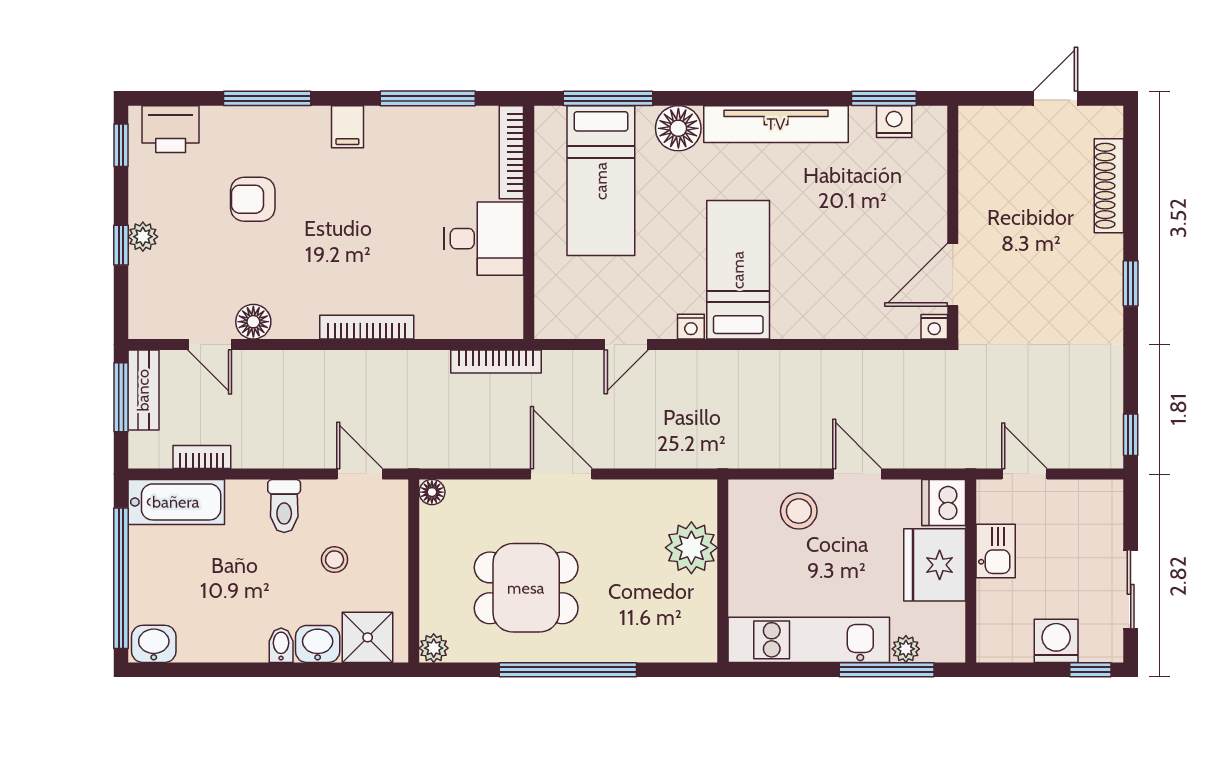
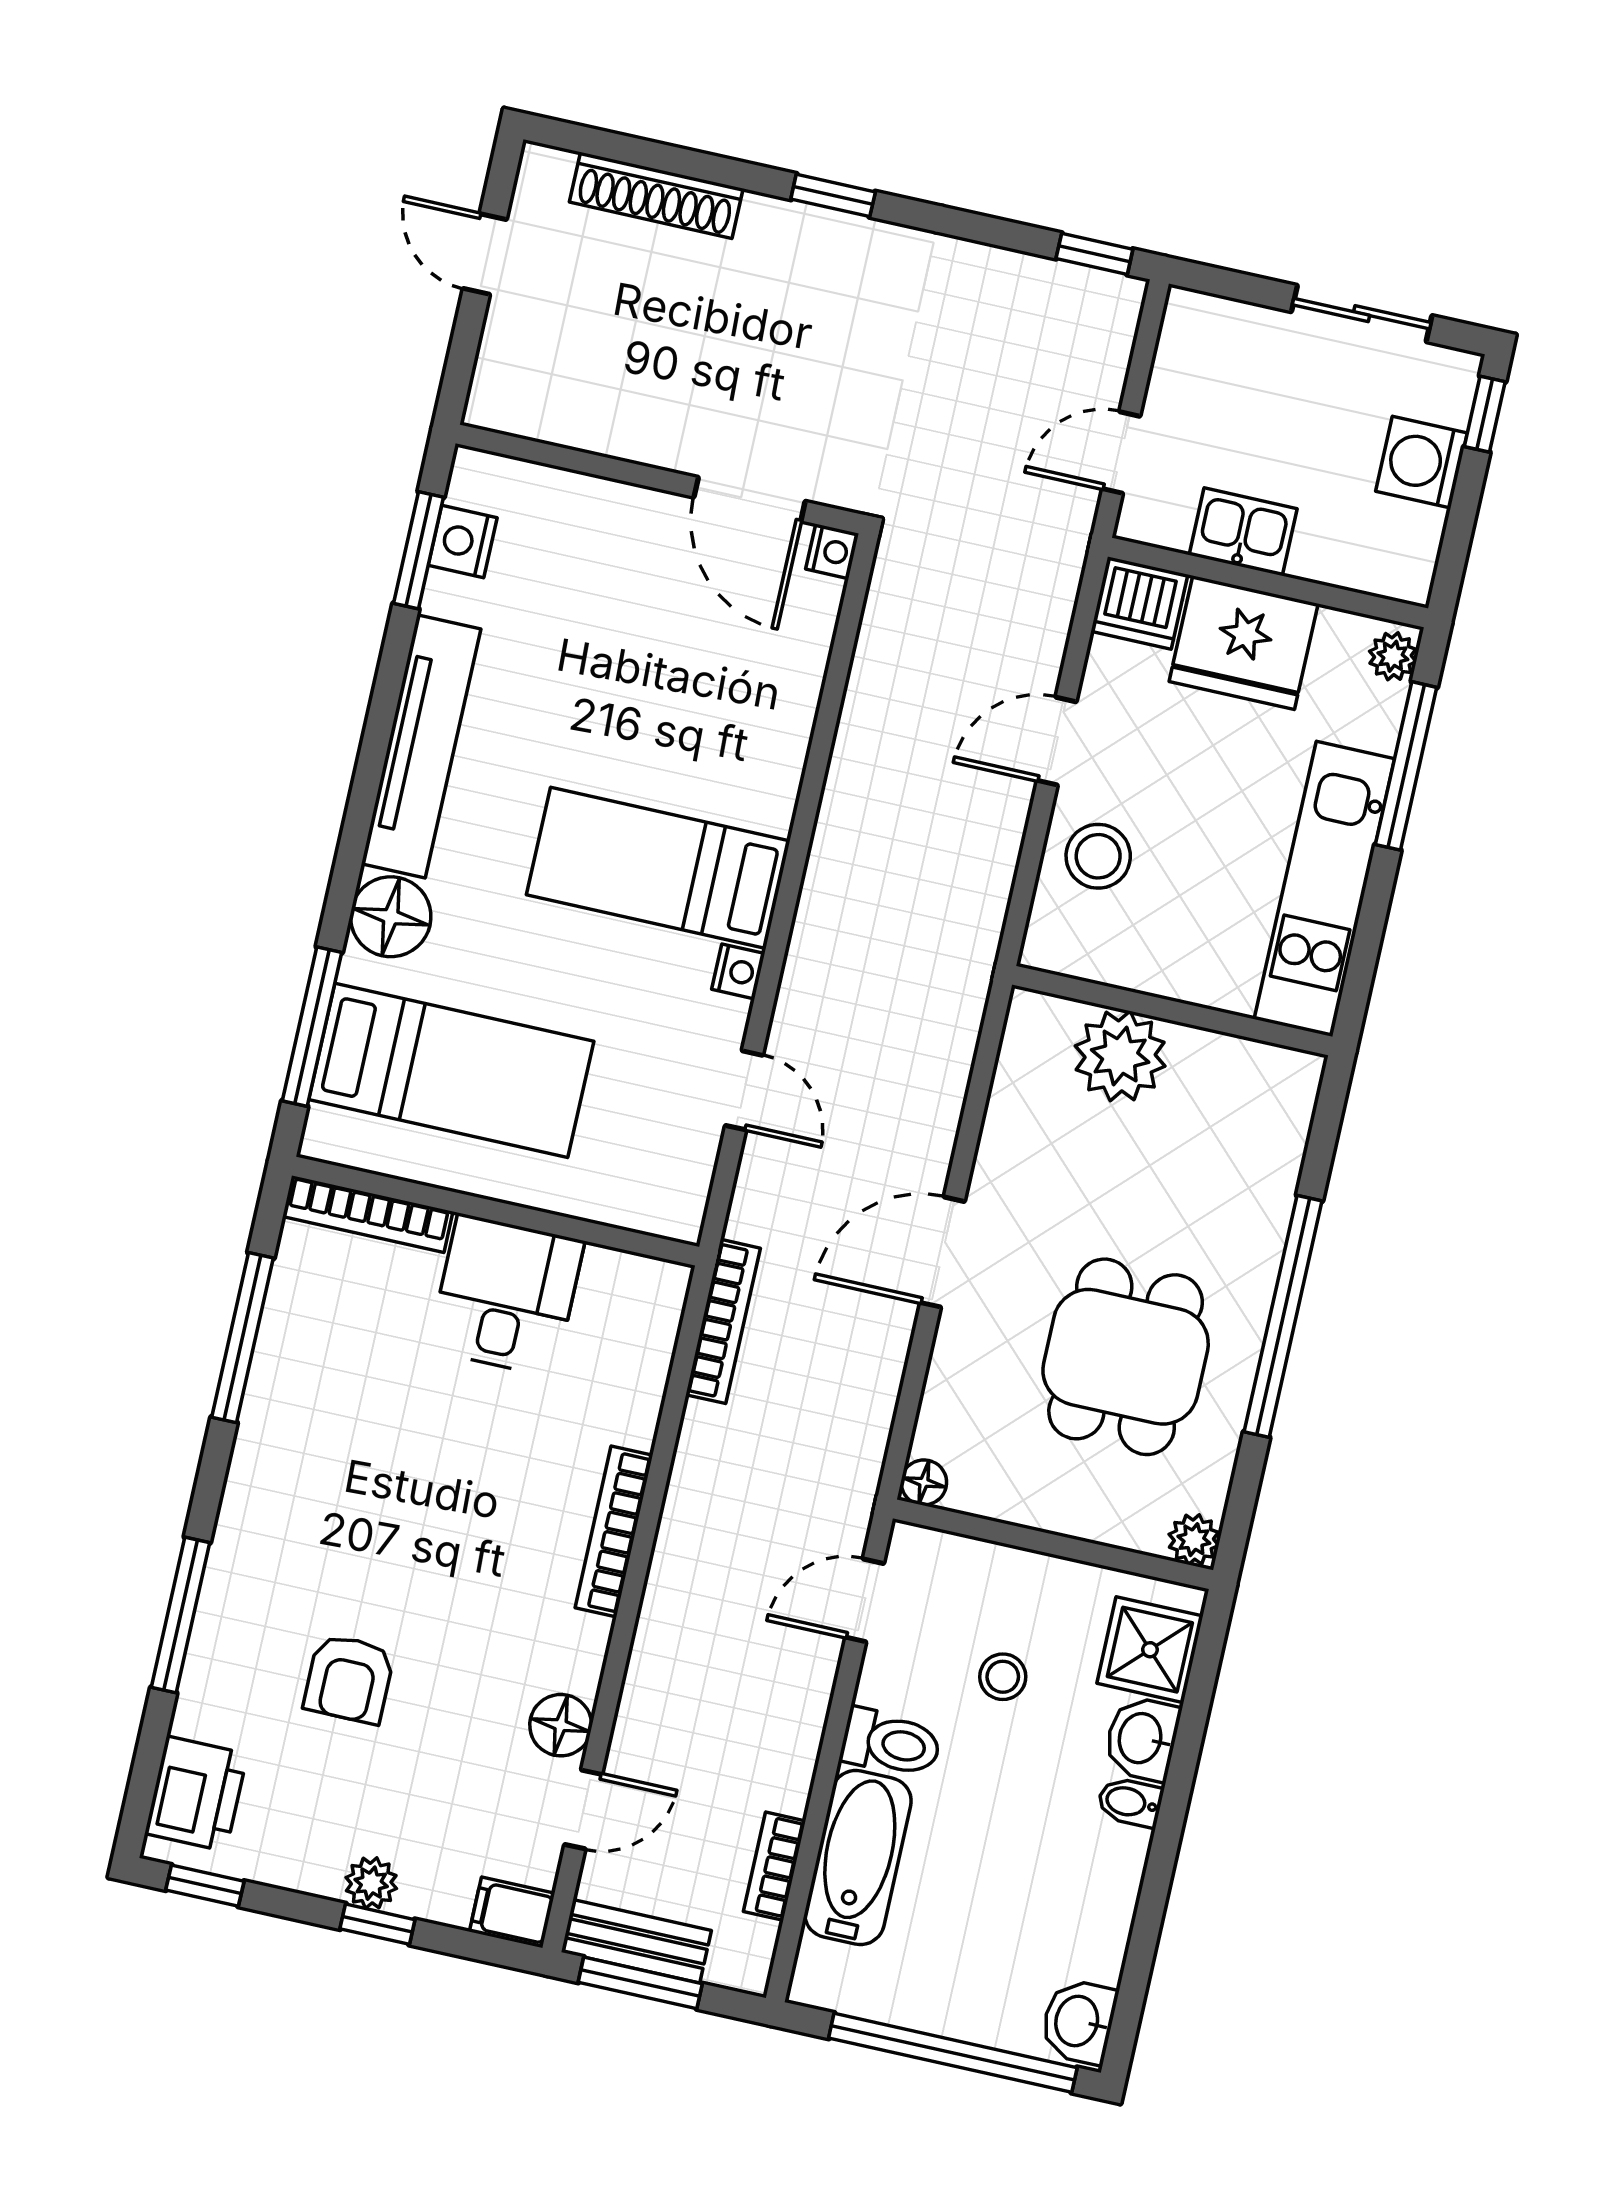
filing cabinet: (347, 127) -> (512, 1912), moved, turned 180
bathtub: (176, 502) -> (858, 1858), moved
plant: (906, 649) -> (1393, 656), moved

